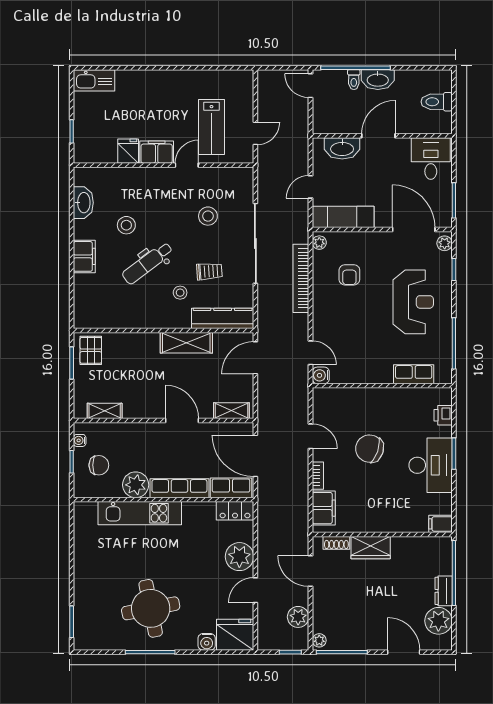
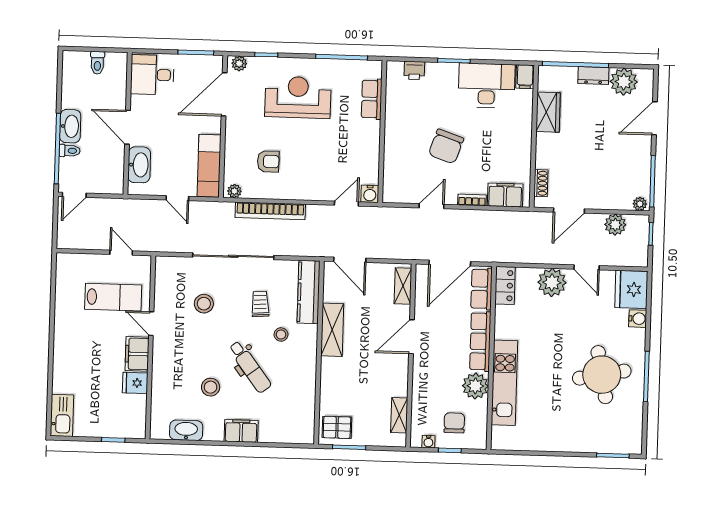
toilet: (437, 102) -> (97, 63), width x0.73, depth x0.72
desk: (431, 465) -> (486, 85), moved
wardrobe: (371, 548) -> (548, 112), moved

